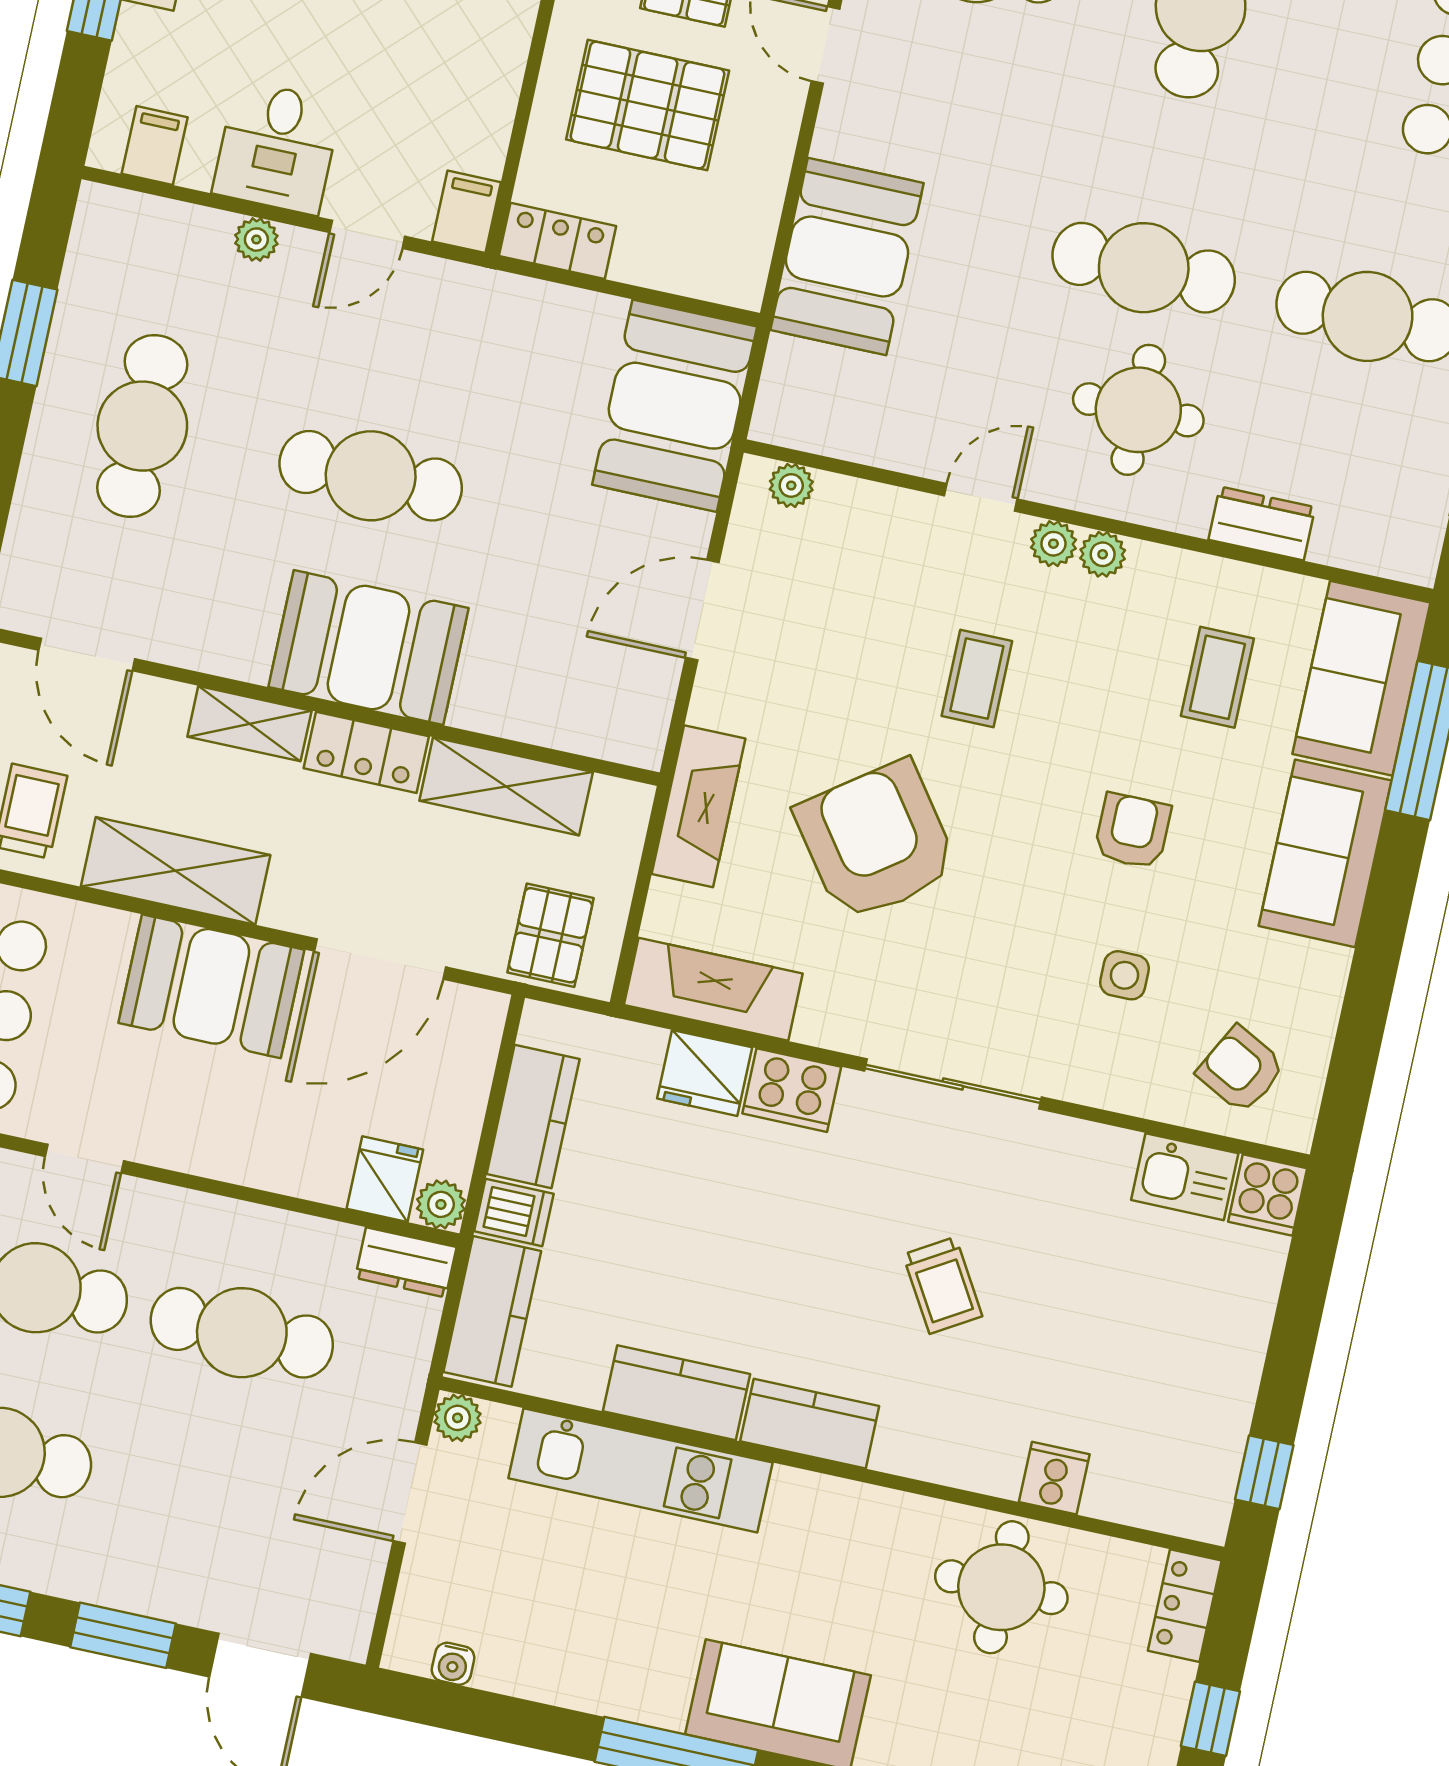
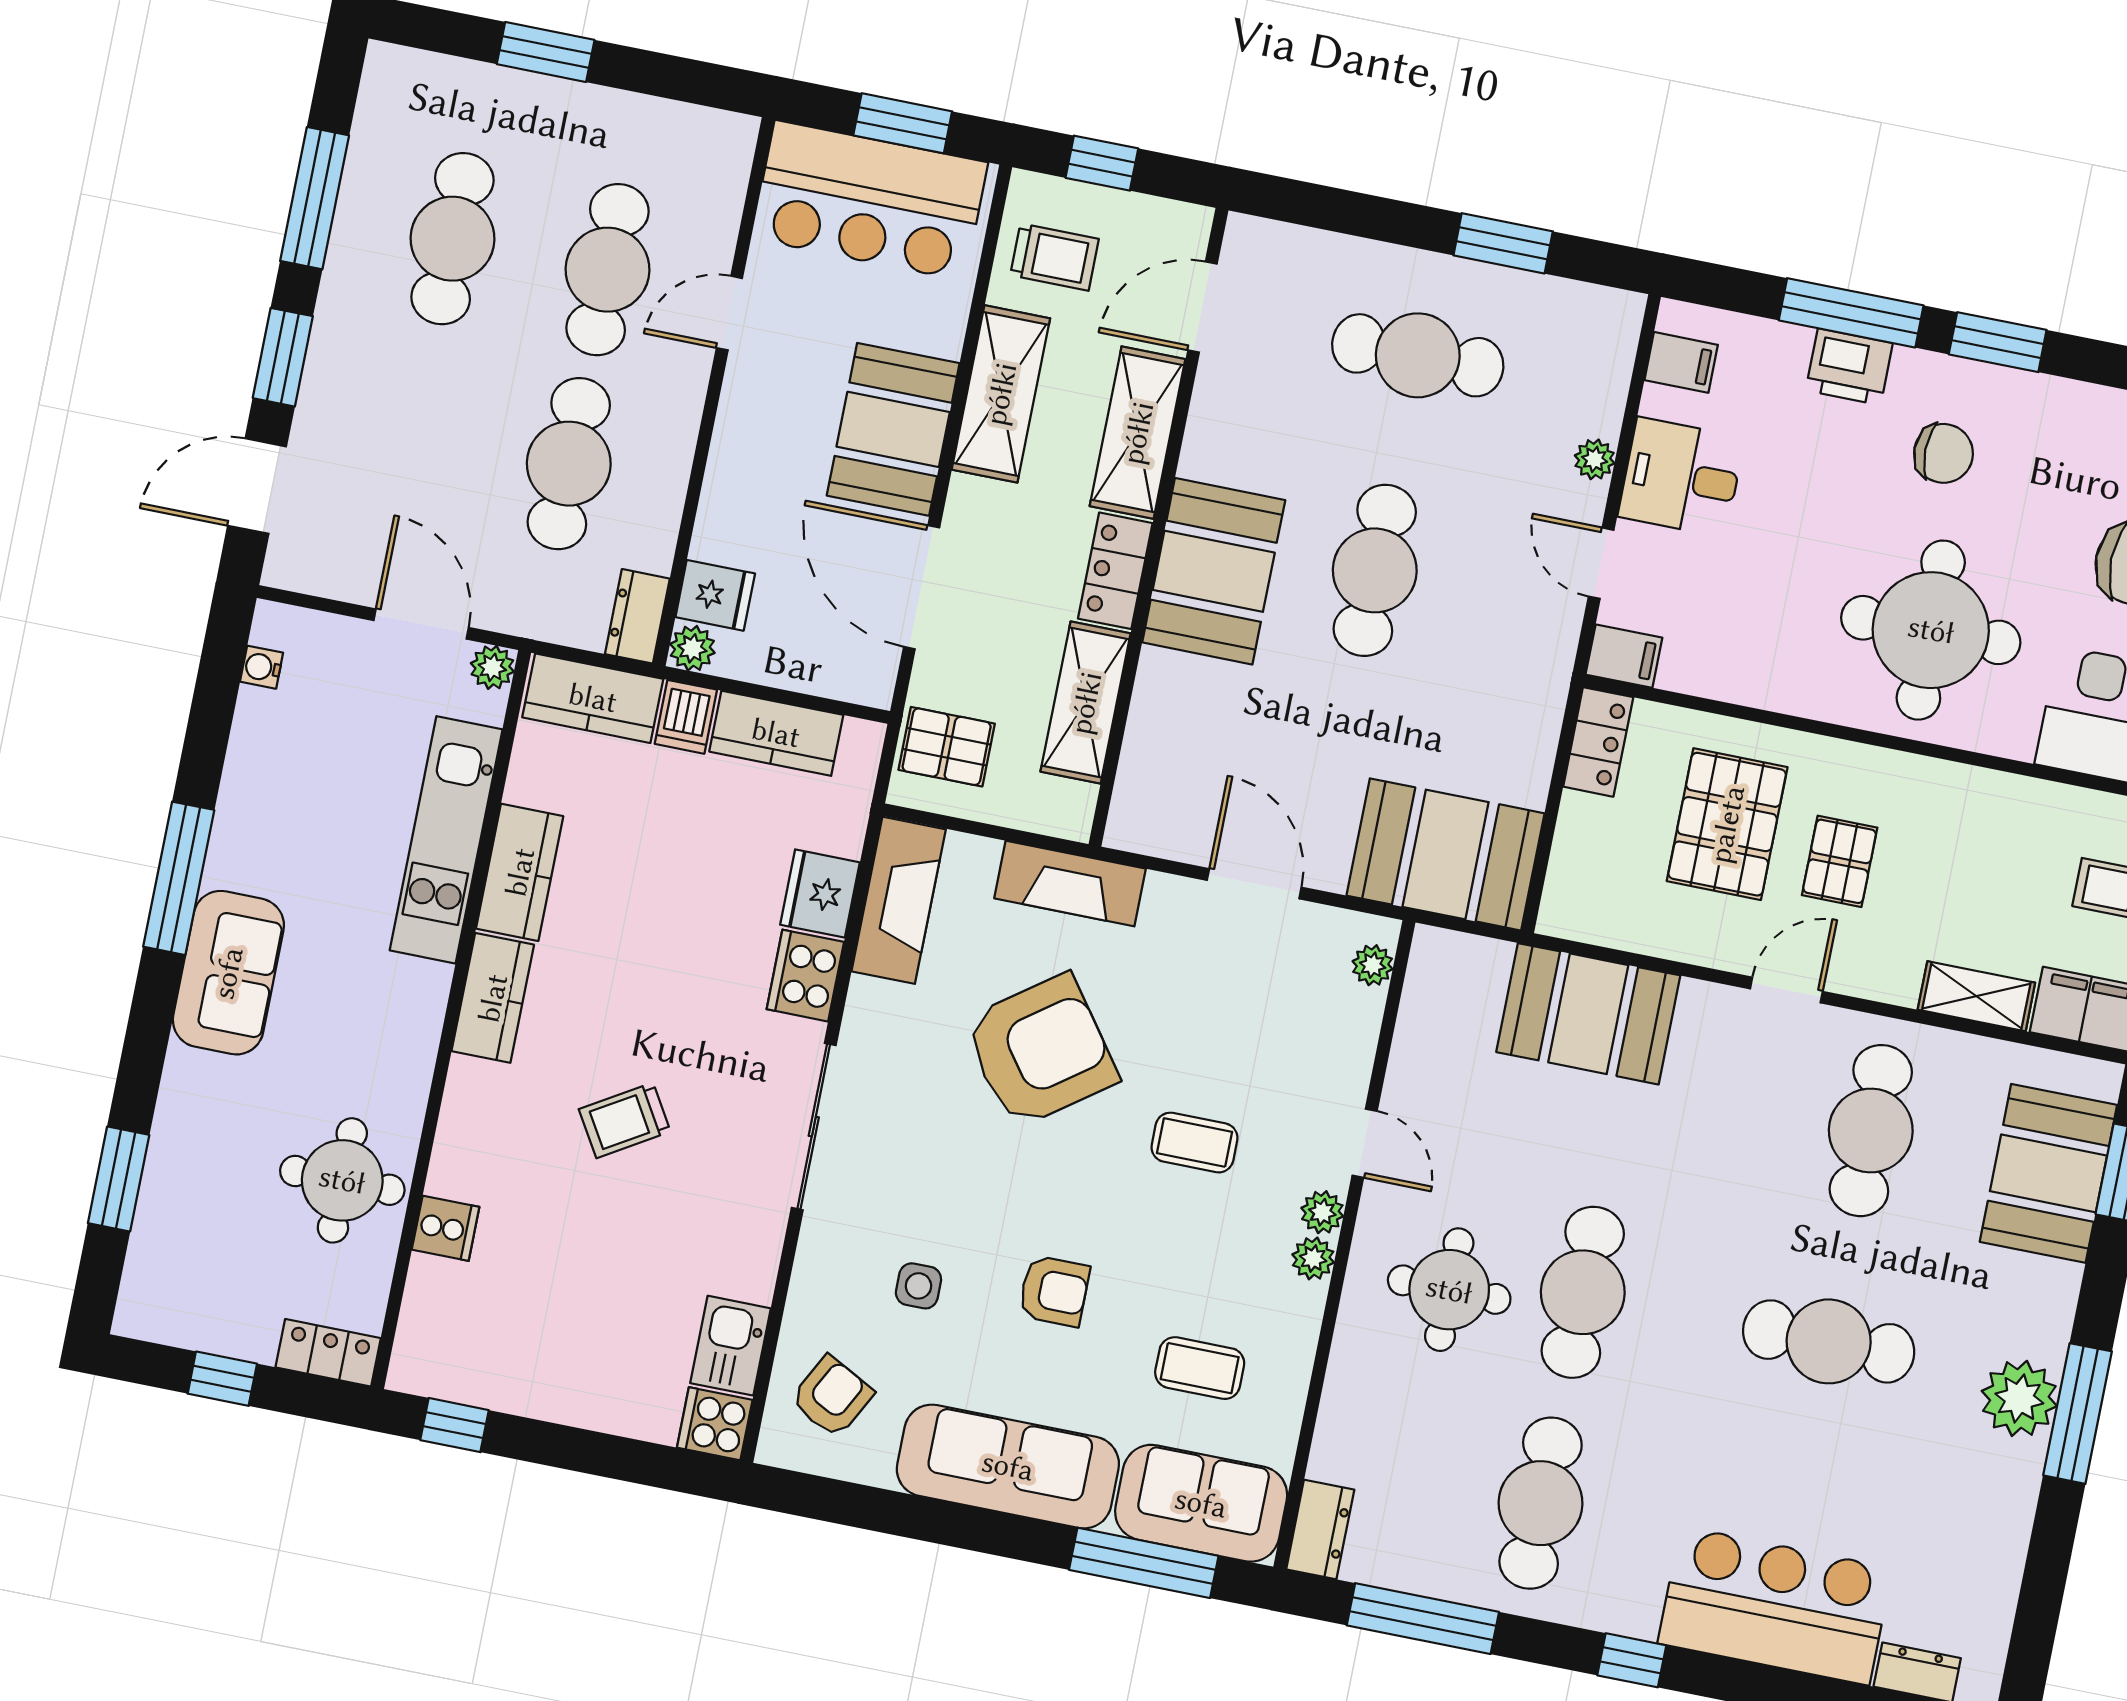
dresser: (1262, 524) -> (1320, 1529), moved
shelving: (249, 724) -> (1138, 433), width x1.50, depth x1.33
sofa: (1325, 853) -> (1008, 1466), width x1.36

